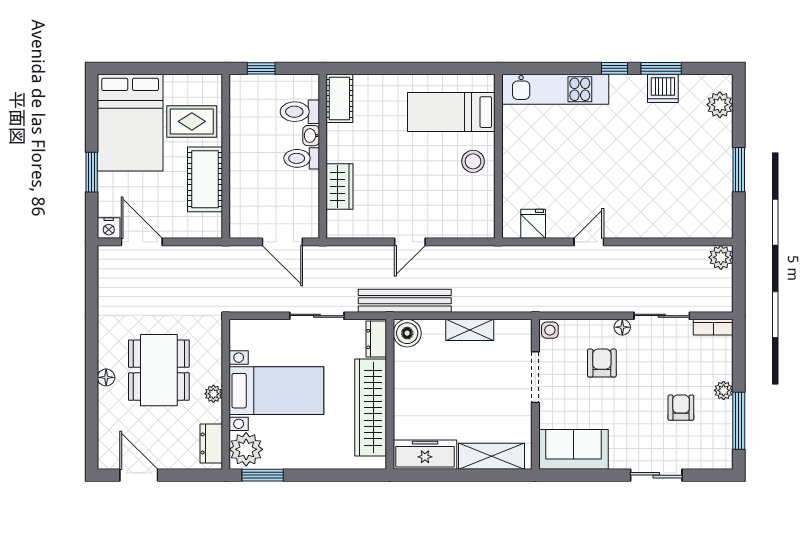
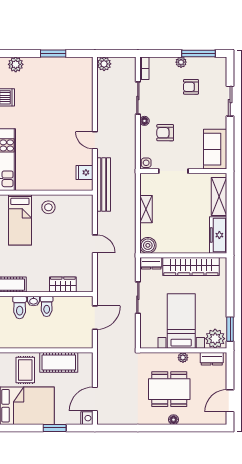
bench: (405, 301) -> (104, 185), moved

